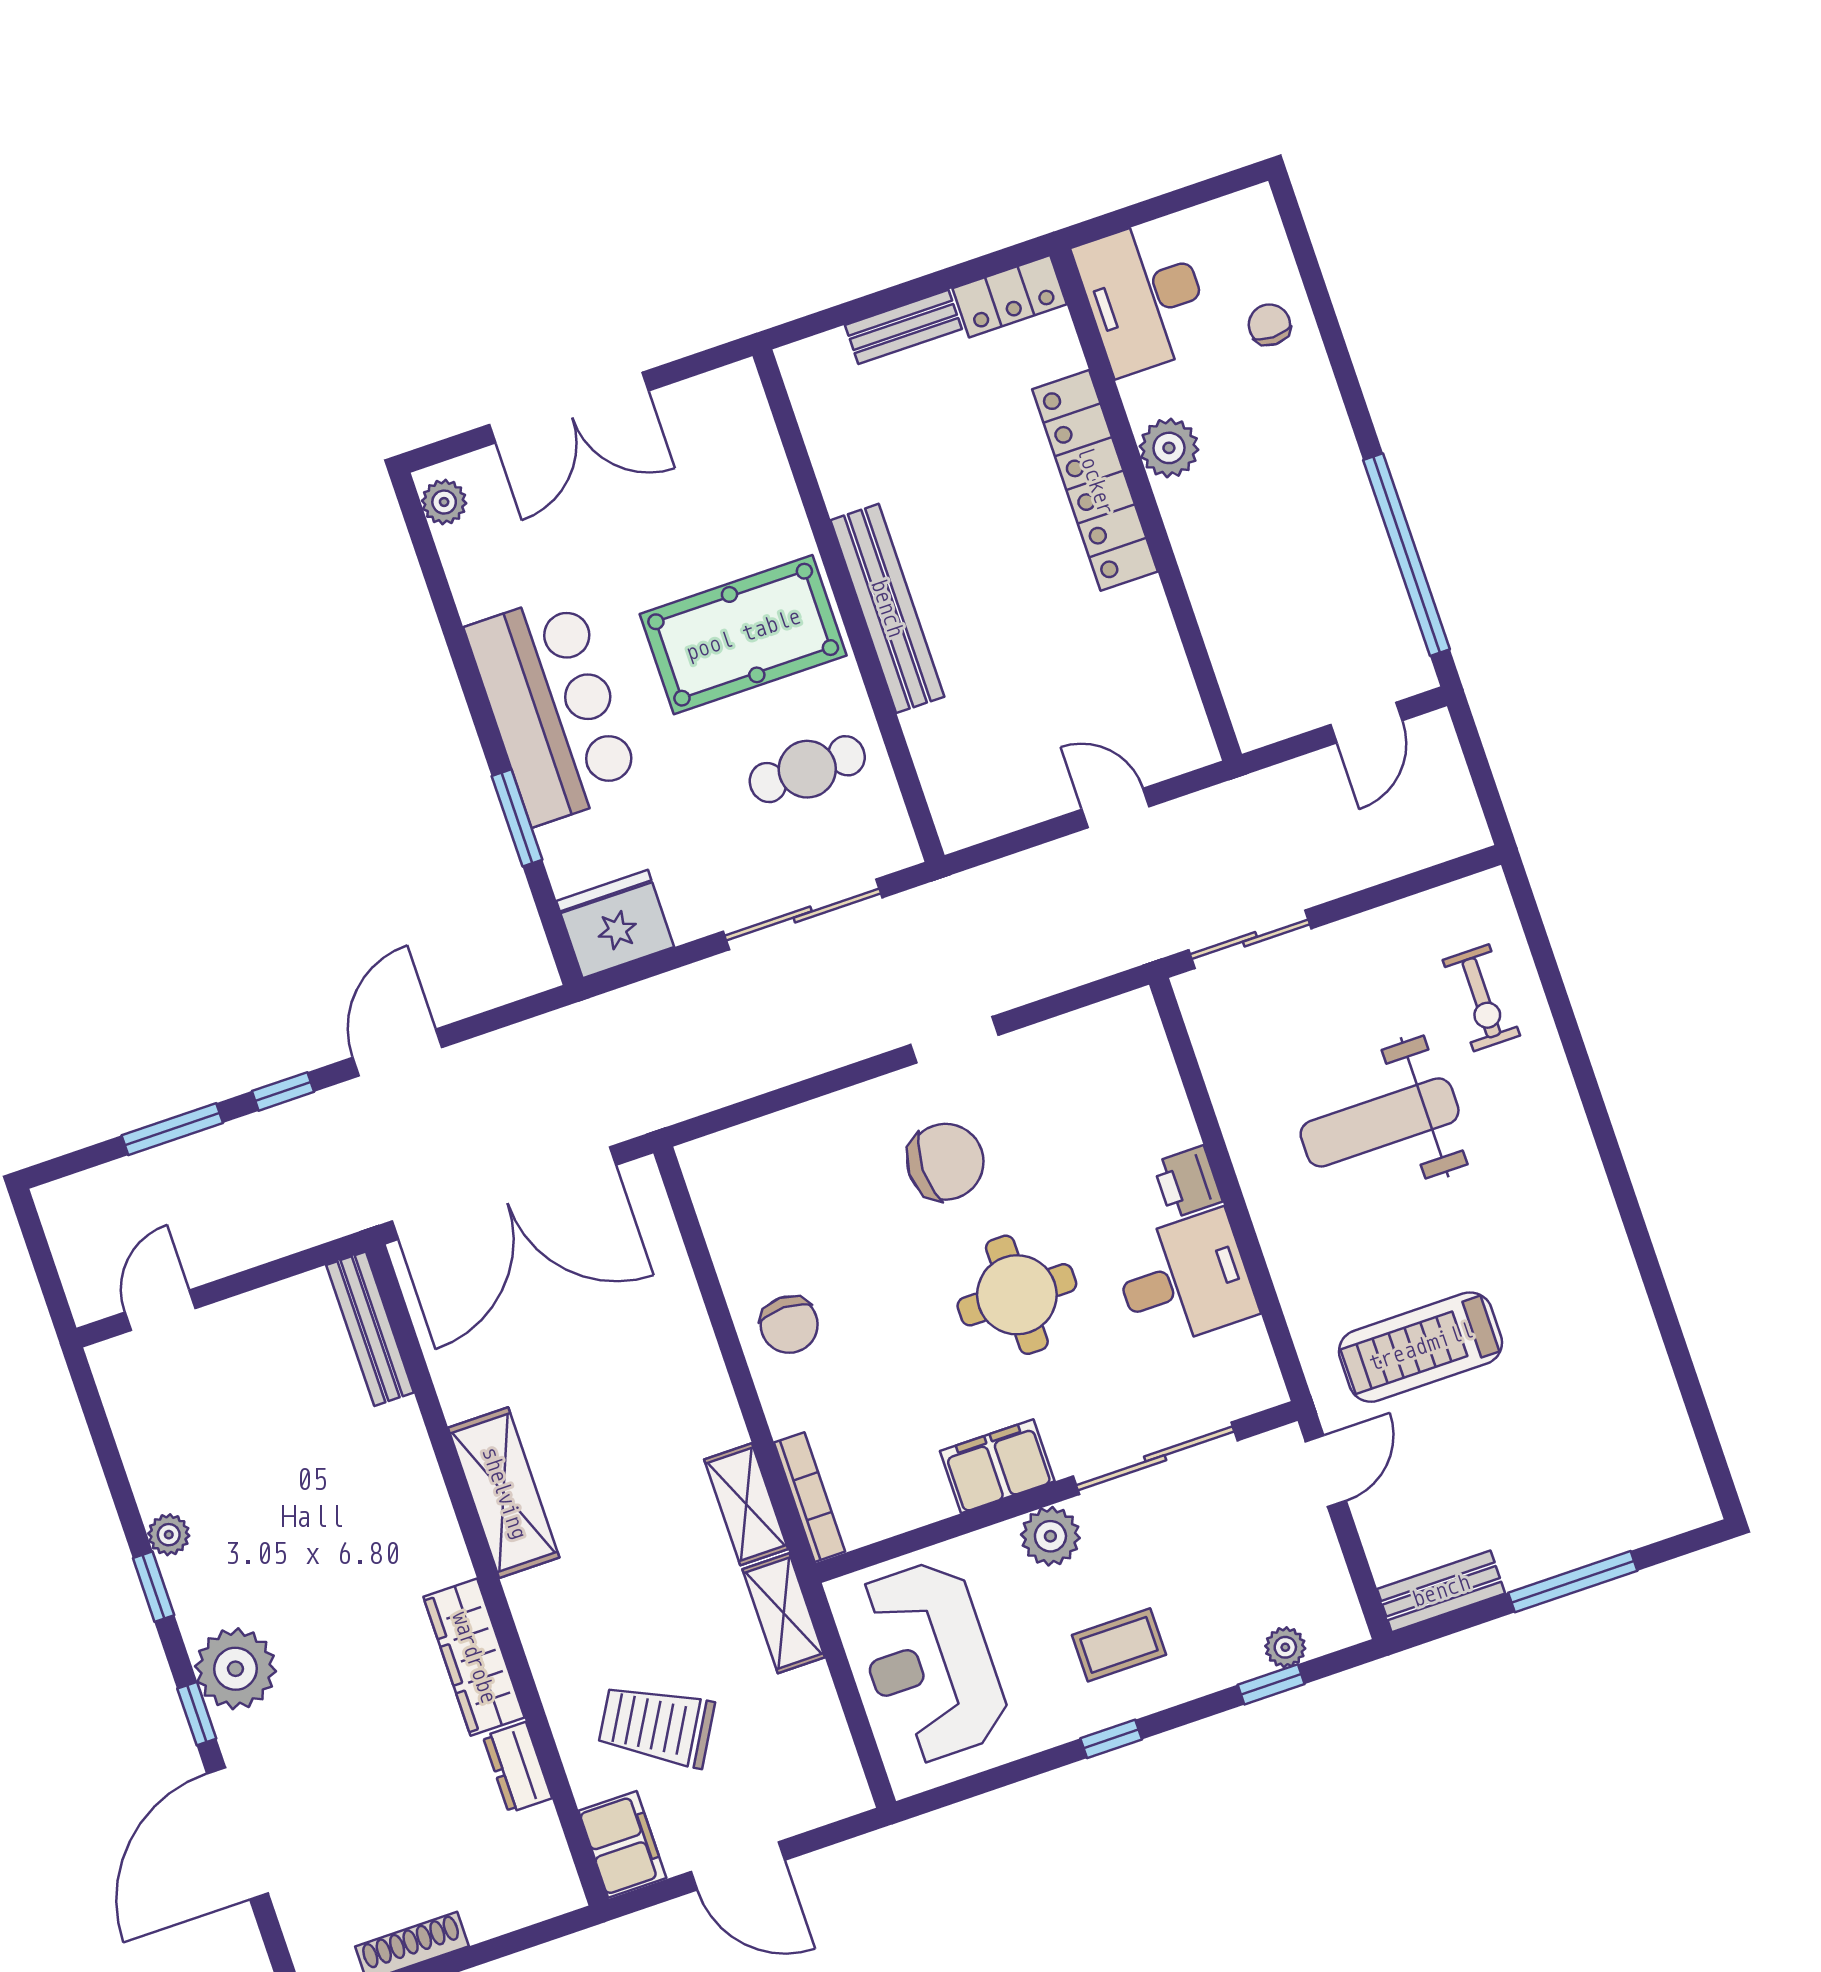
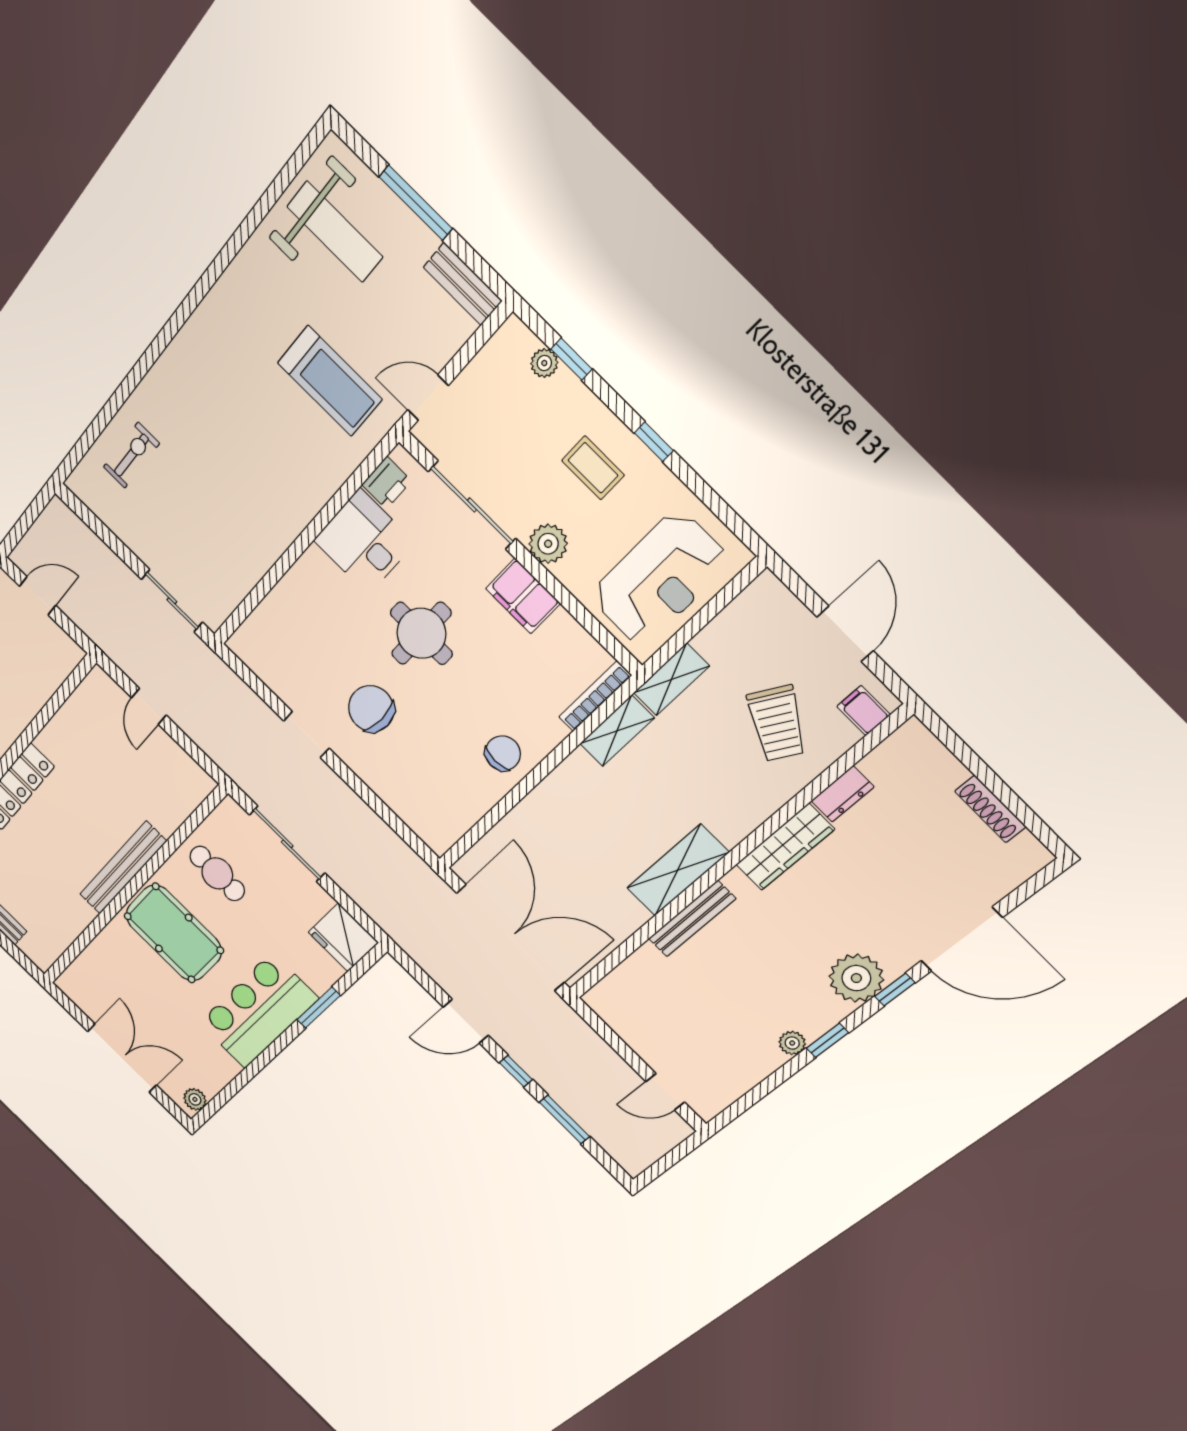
weight bench: (1380, 1122) -> (335, 232), moved
printer: (1188, 1182) -> (387, 483), moved
bench: (370, 1329) -> (692, 919), moved
filing cabinet: (622, 1844) -> (863, 711), width x0.50

